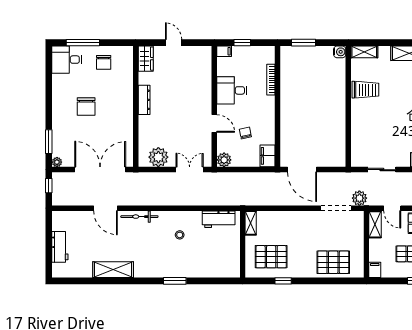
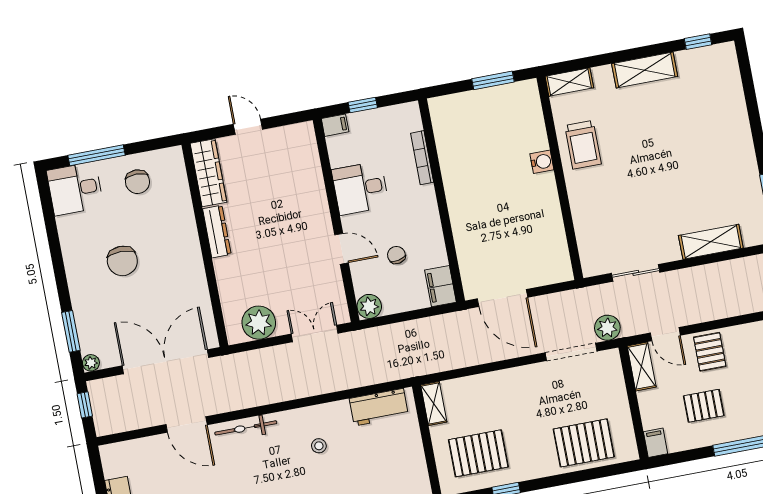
window: (303, 43) -> (493, 80), moved
water cooler: (340, 52) -> (542, 162), moved
wardrobe: (146, 59) -> (208, 173), width x1.50
trolley: (365, 90) -> (583, 145), turned 90

